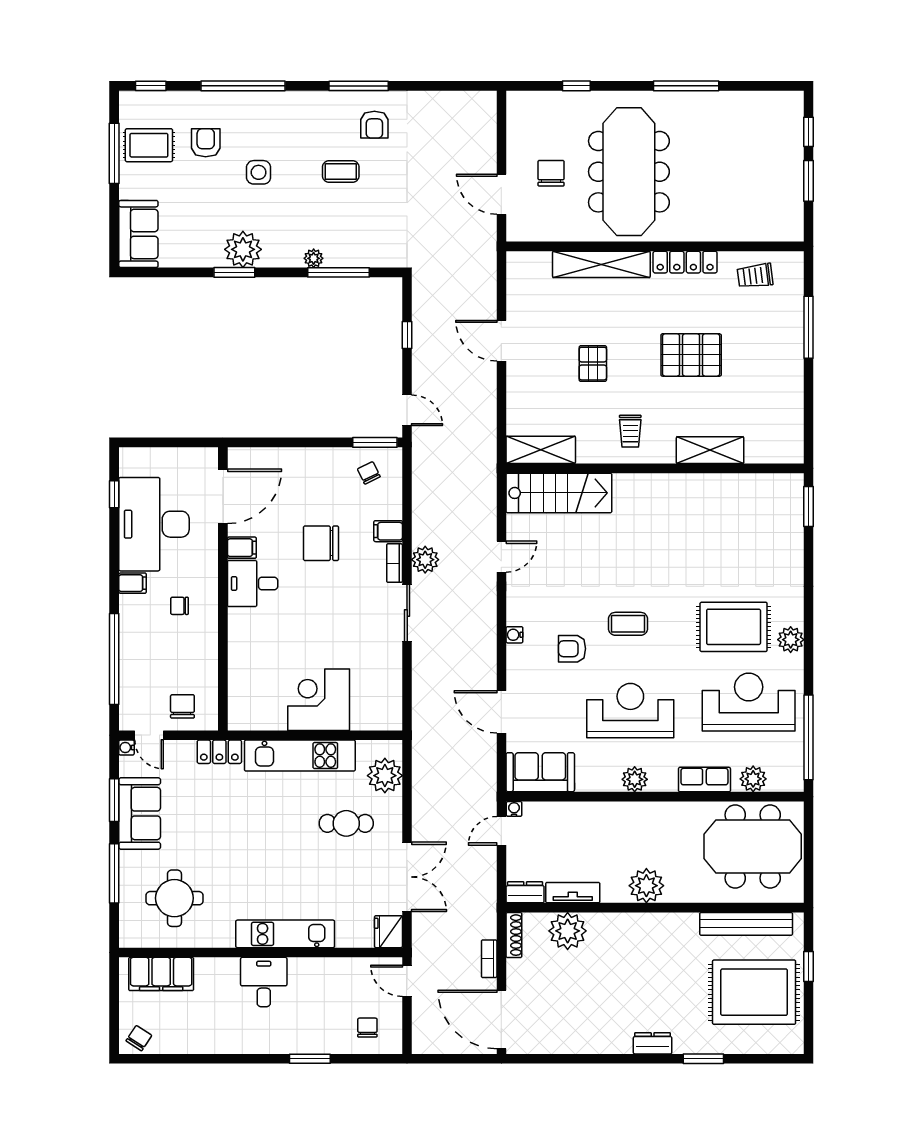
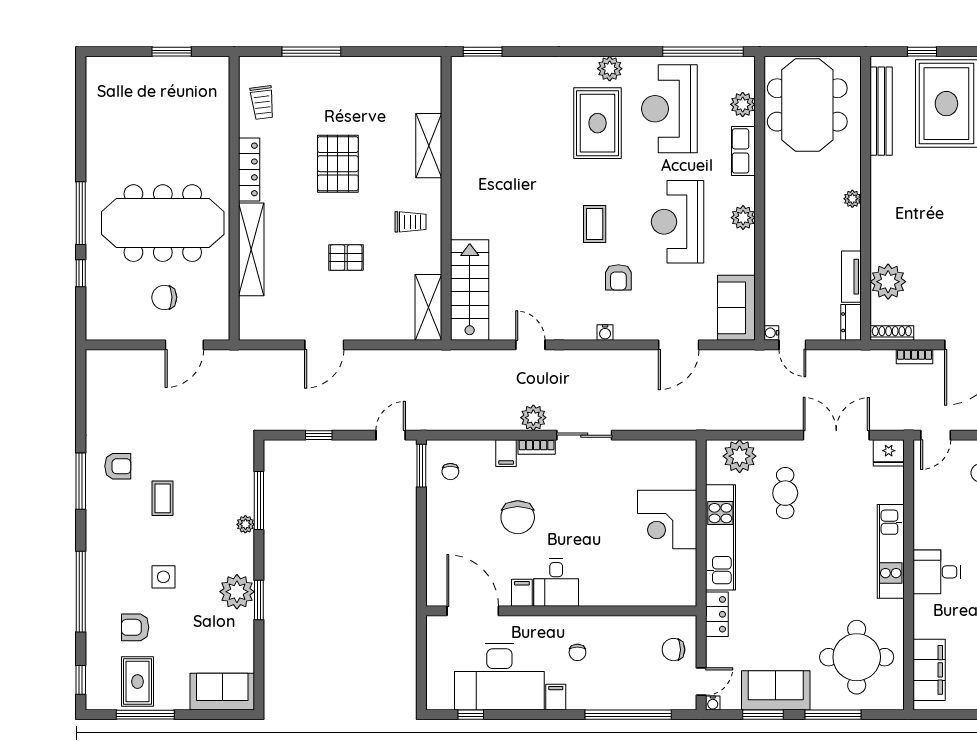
window: (686, 86) -> (81, 213), moved
window: (808, 132) -> (125, 52), removed
chair: (369, 473) -> (450, 472), turned -64
plant: (646, 886) -> (852, 199), width x0.53, depth x0.53
round table: (174, 898) -> (857, 657), width x1.36, depth x1.36

